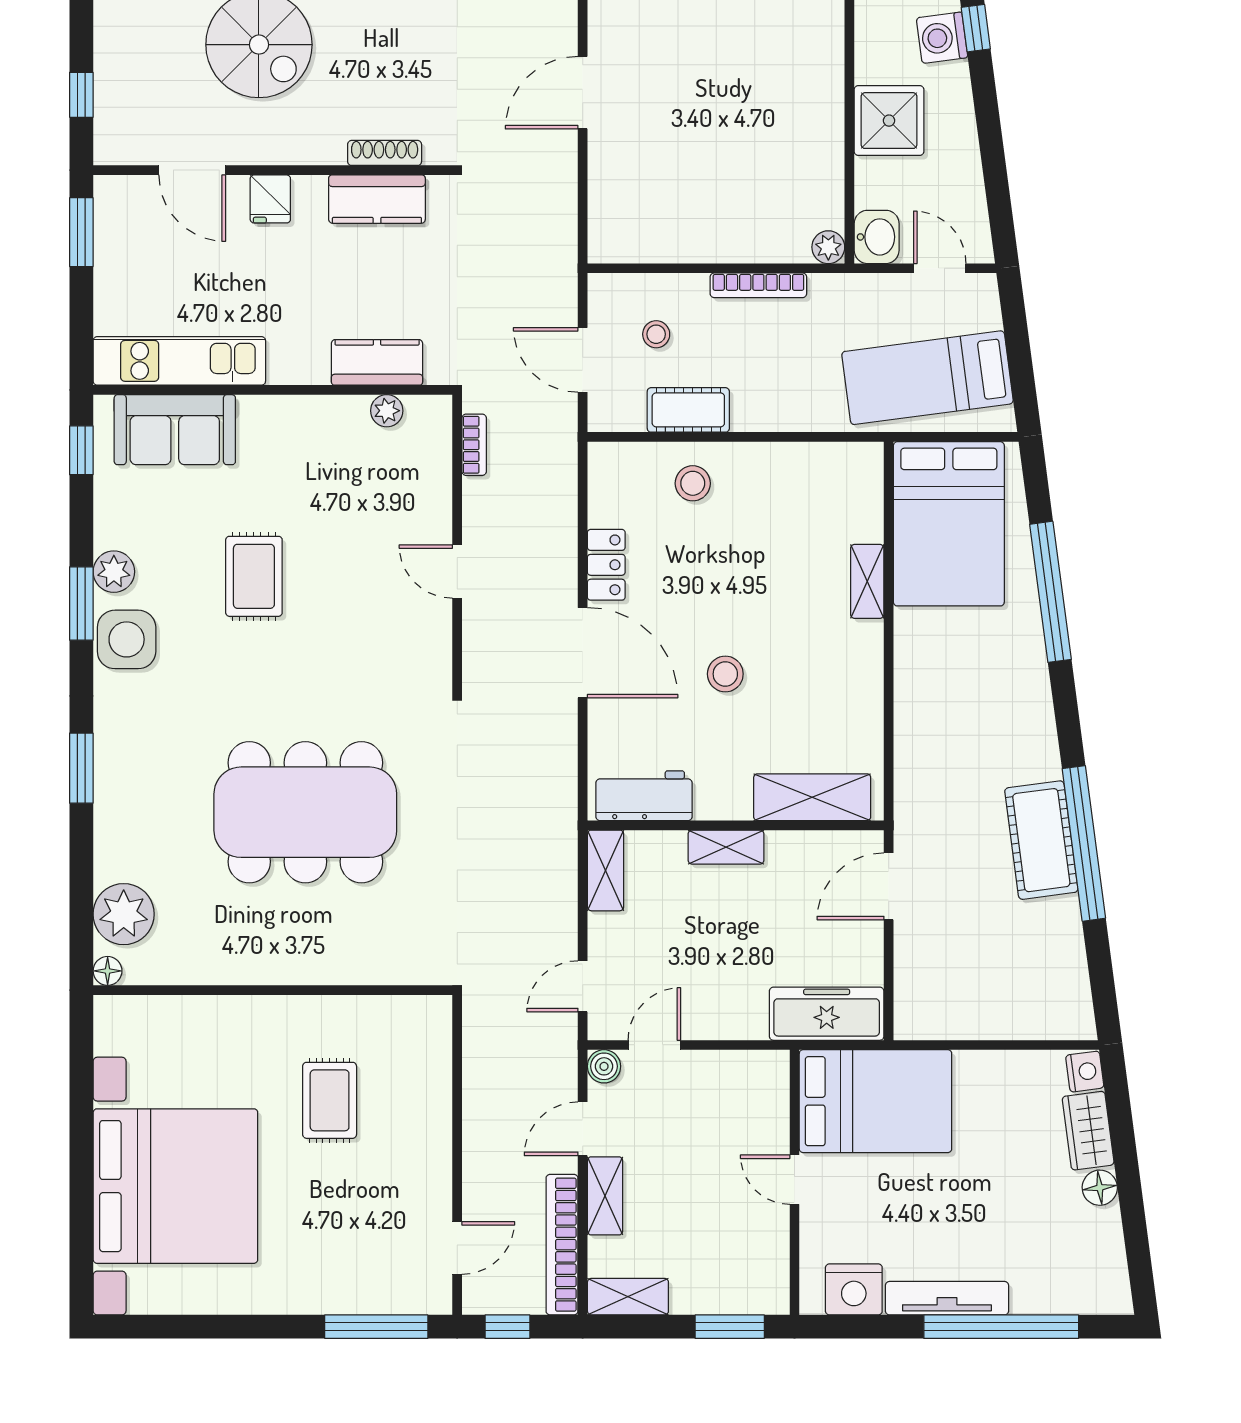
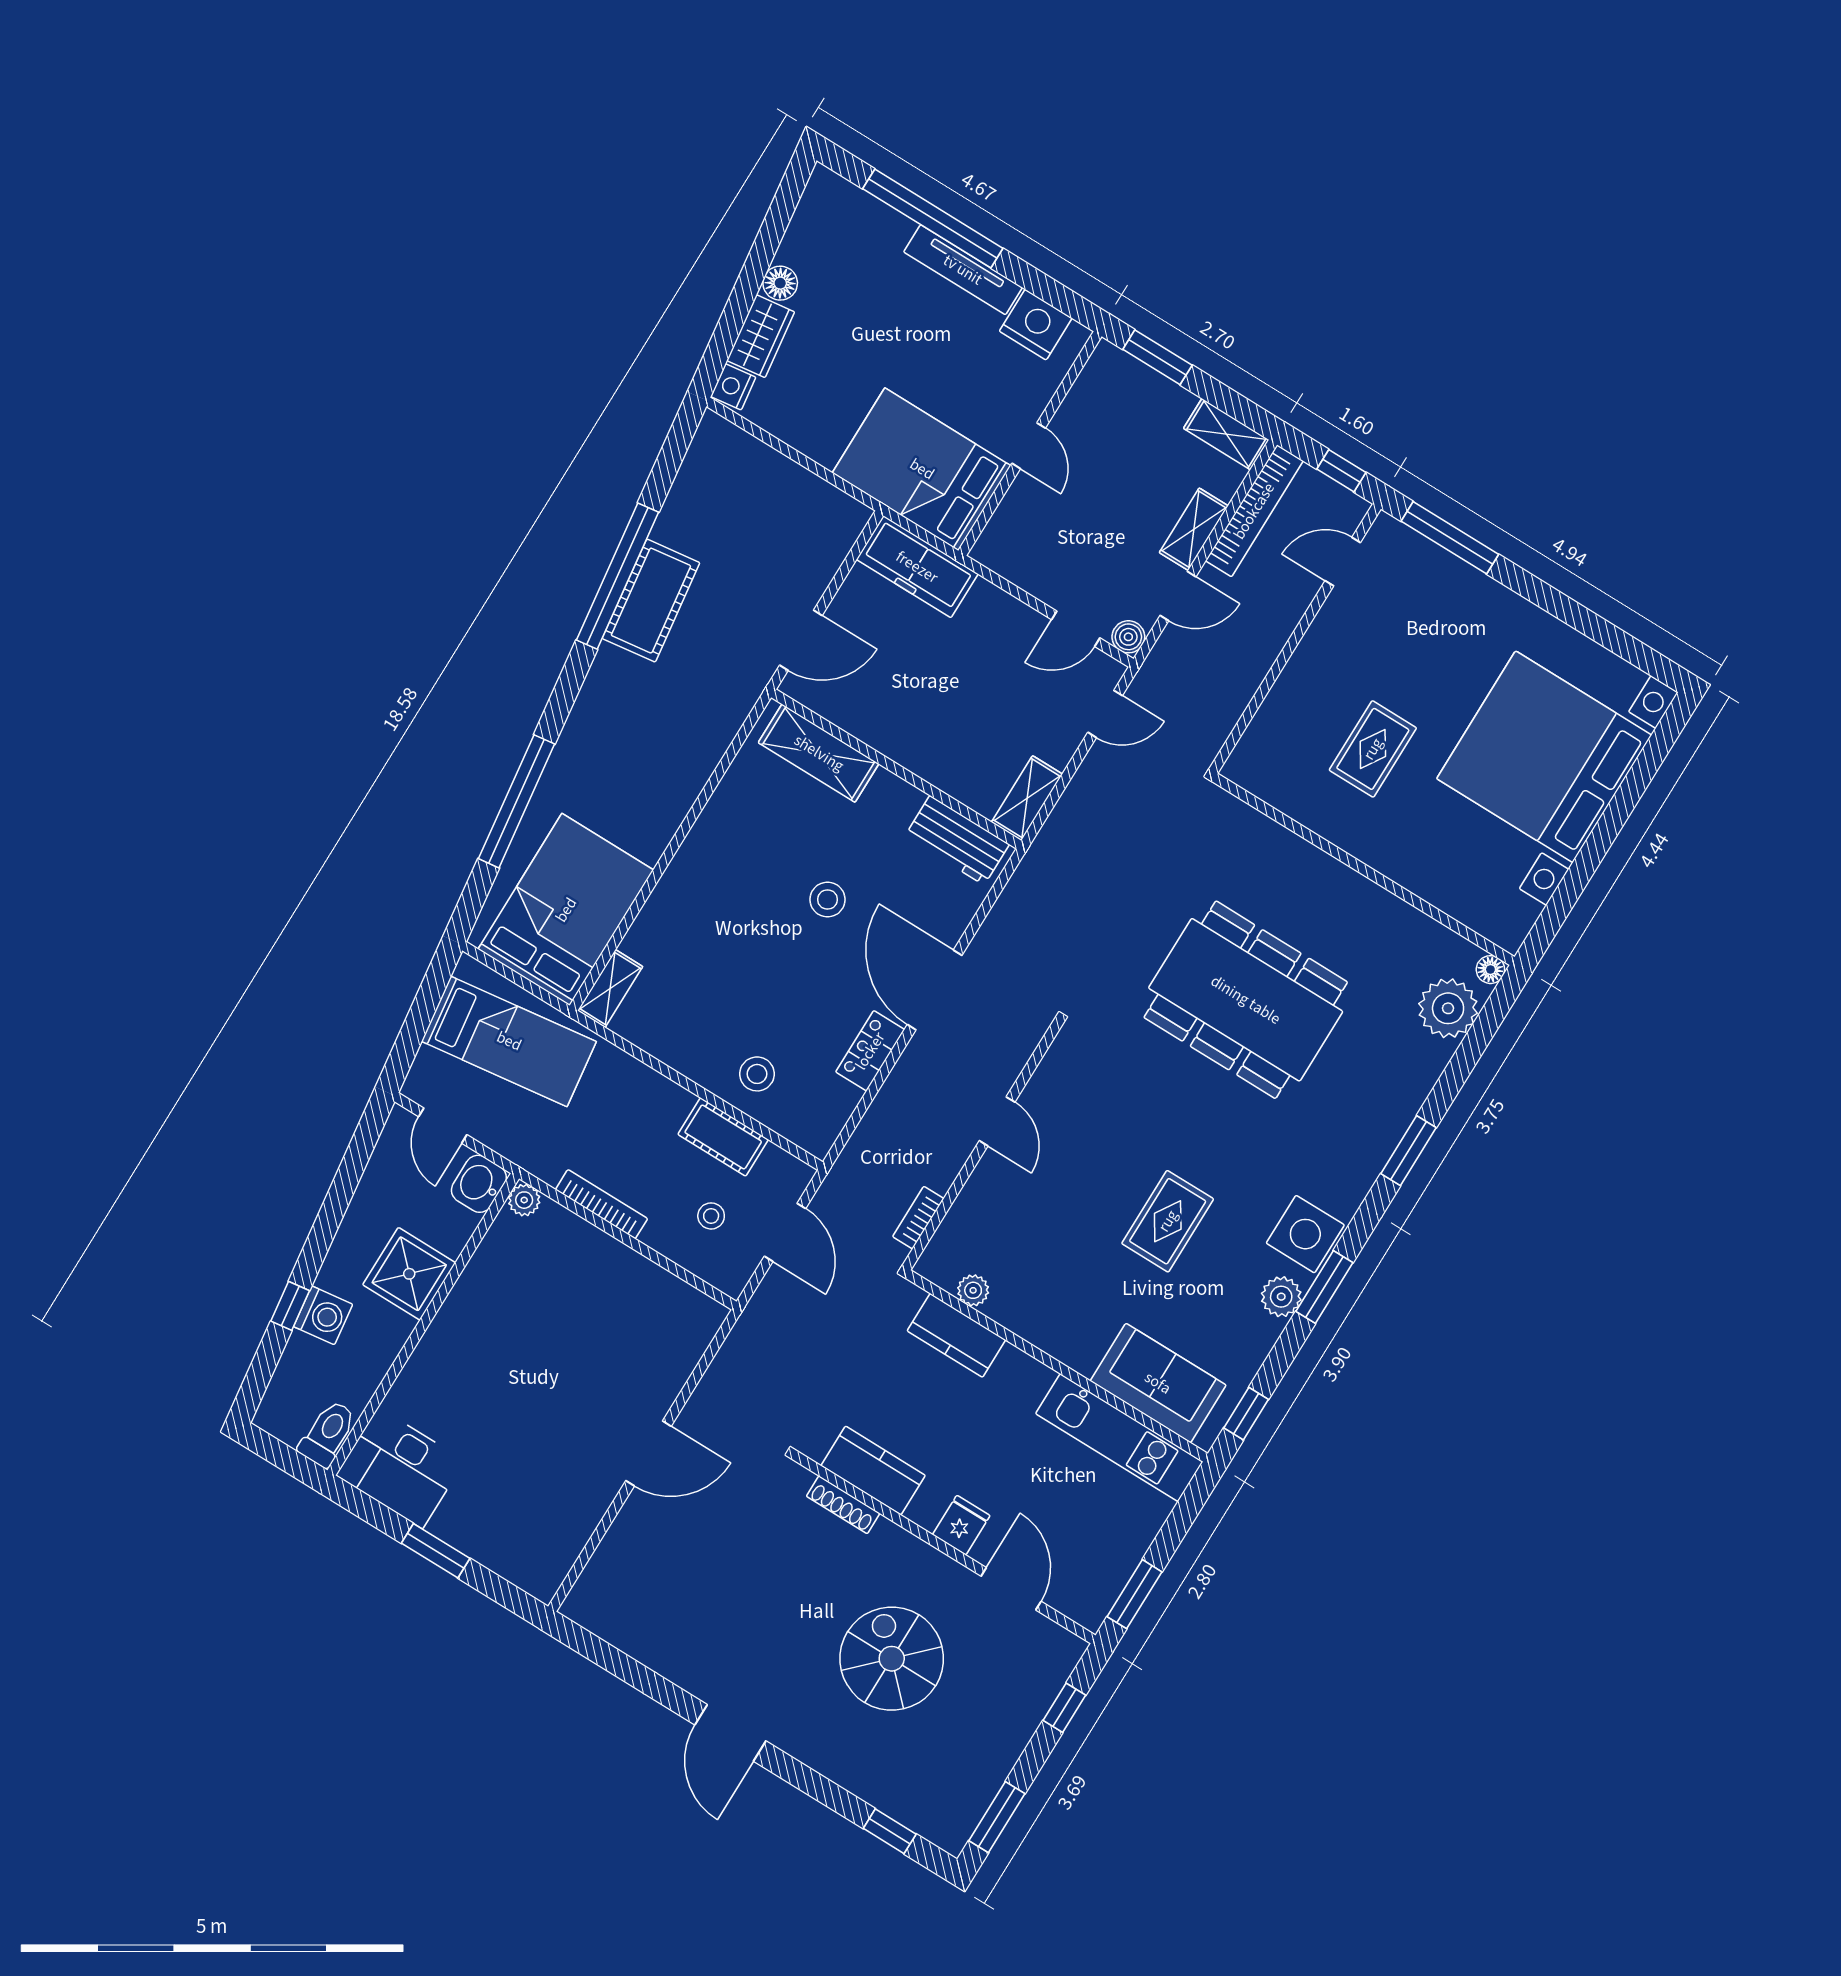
shelving: (867, 581) -> (610, 989), moved
shelving: (726, 847) -> (915, 756), removed

